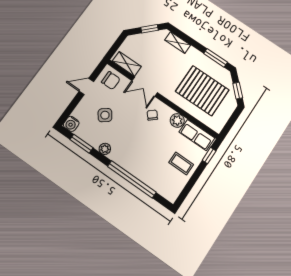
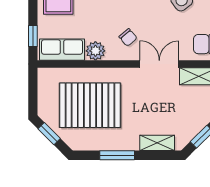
window: (216, 58) -> (117, 155), moved

